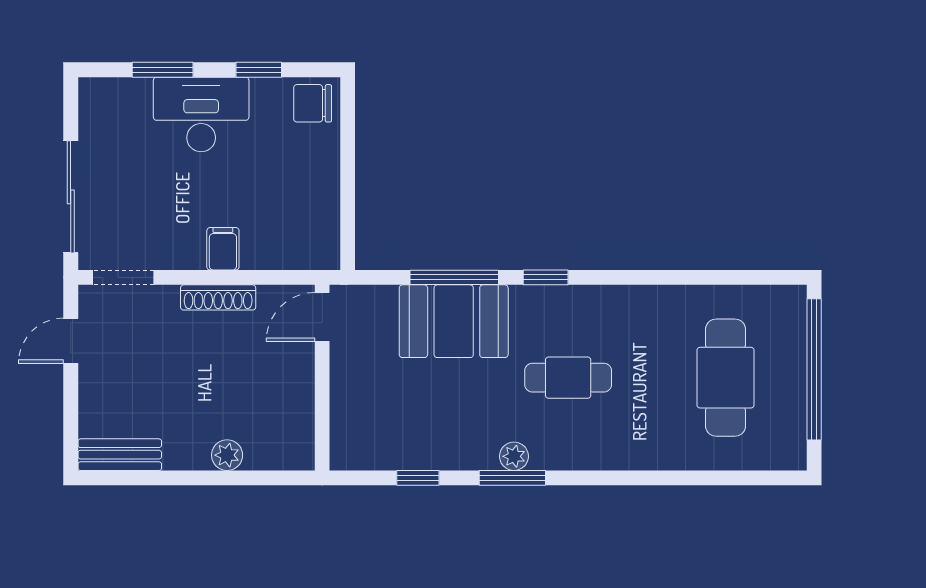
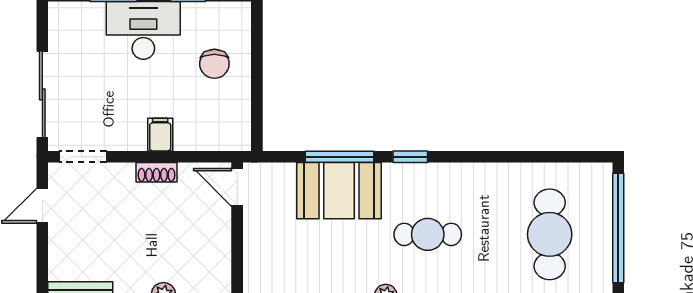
chair: (313, 103) -> (214, 64), moved, turned -90
shoe rack: (218, 297) -> (156, 172), width x0.70
door: (322, 317) -> (237, 187), hinge flipped

